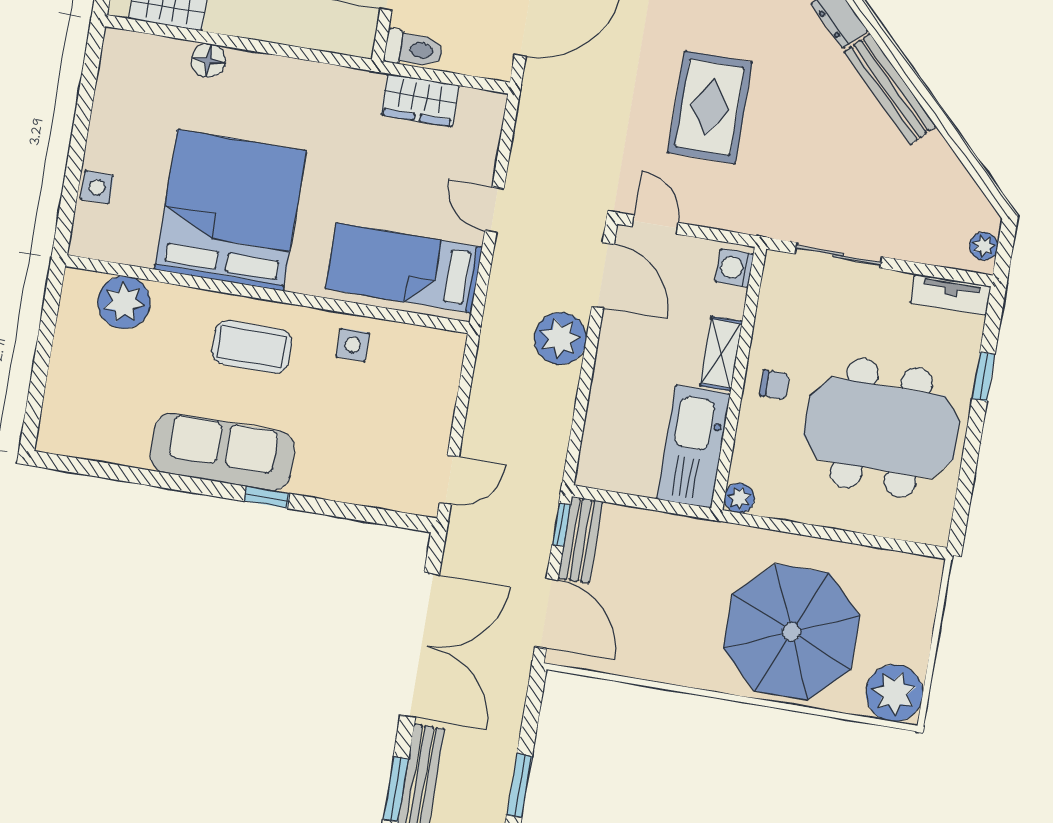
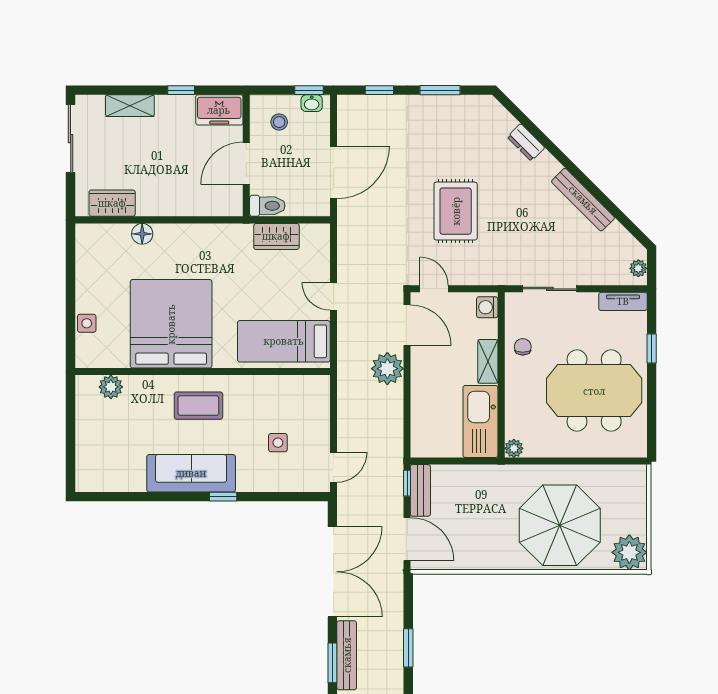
bench: (890, 89) -> (583, 200), moved
plant: (124, 302) -> (111, 387), width x0.73, depth x0.73
side table: (353, 345) -> (278, 443), moved
chair: (775, 385) -> (523, 347), moved, turned -90

